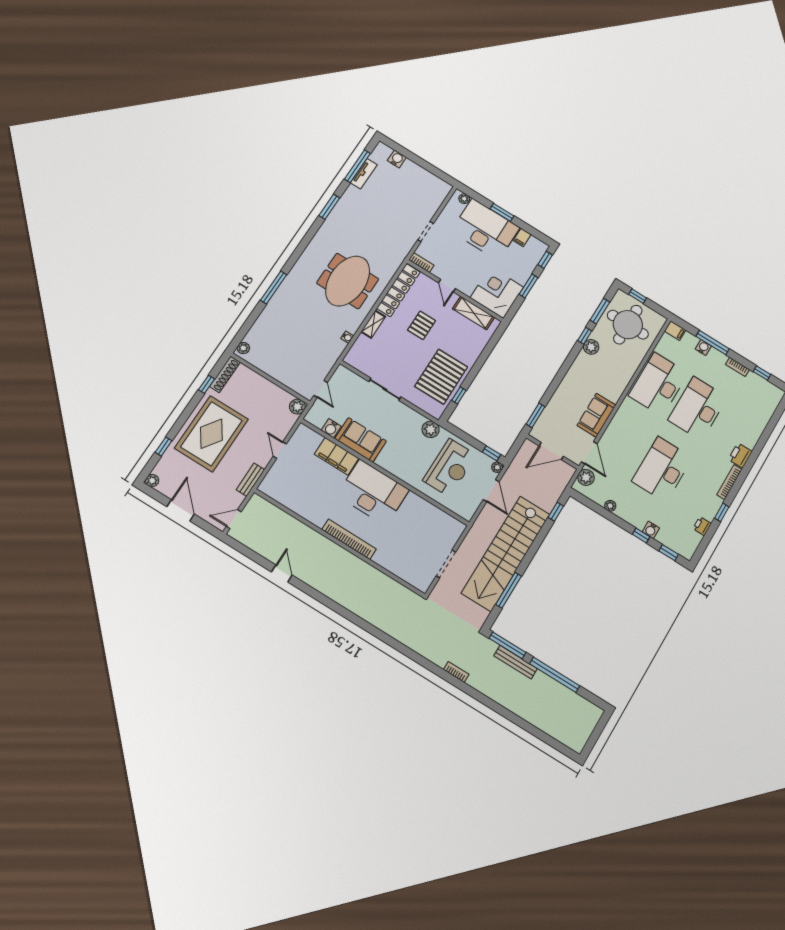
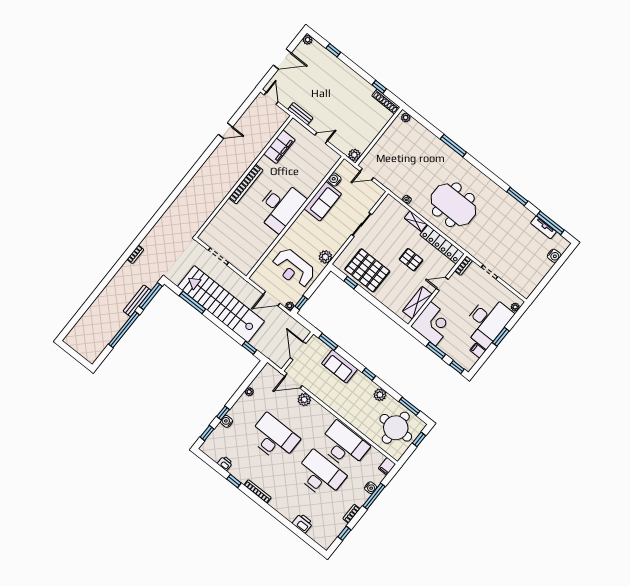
window: (585, 336) -> (369, 374), moved
sofa: (596, 415) -> (340, 366), moved, turned 180
rug: (211, 434) -> (340, 87), removed
printer: (740, 455) -> (303, 523), moved
filing cabinet: (337, 456) -> (279, 147), moved, turned 180
plant: (586, 477) -> (304, 400), moved

